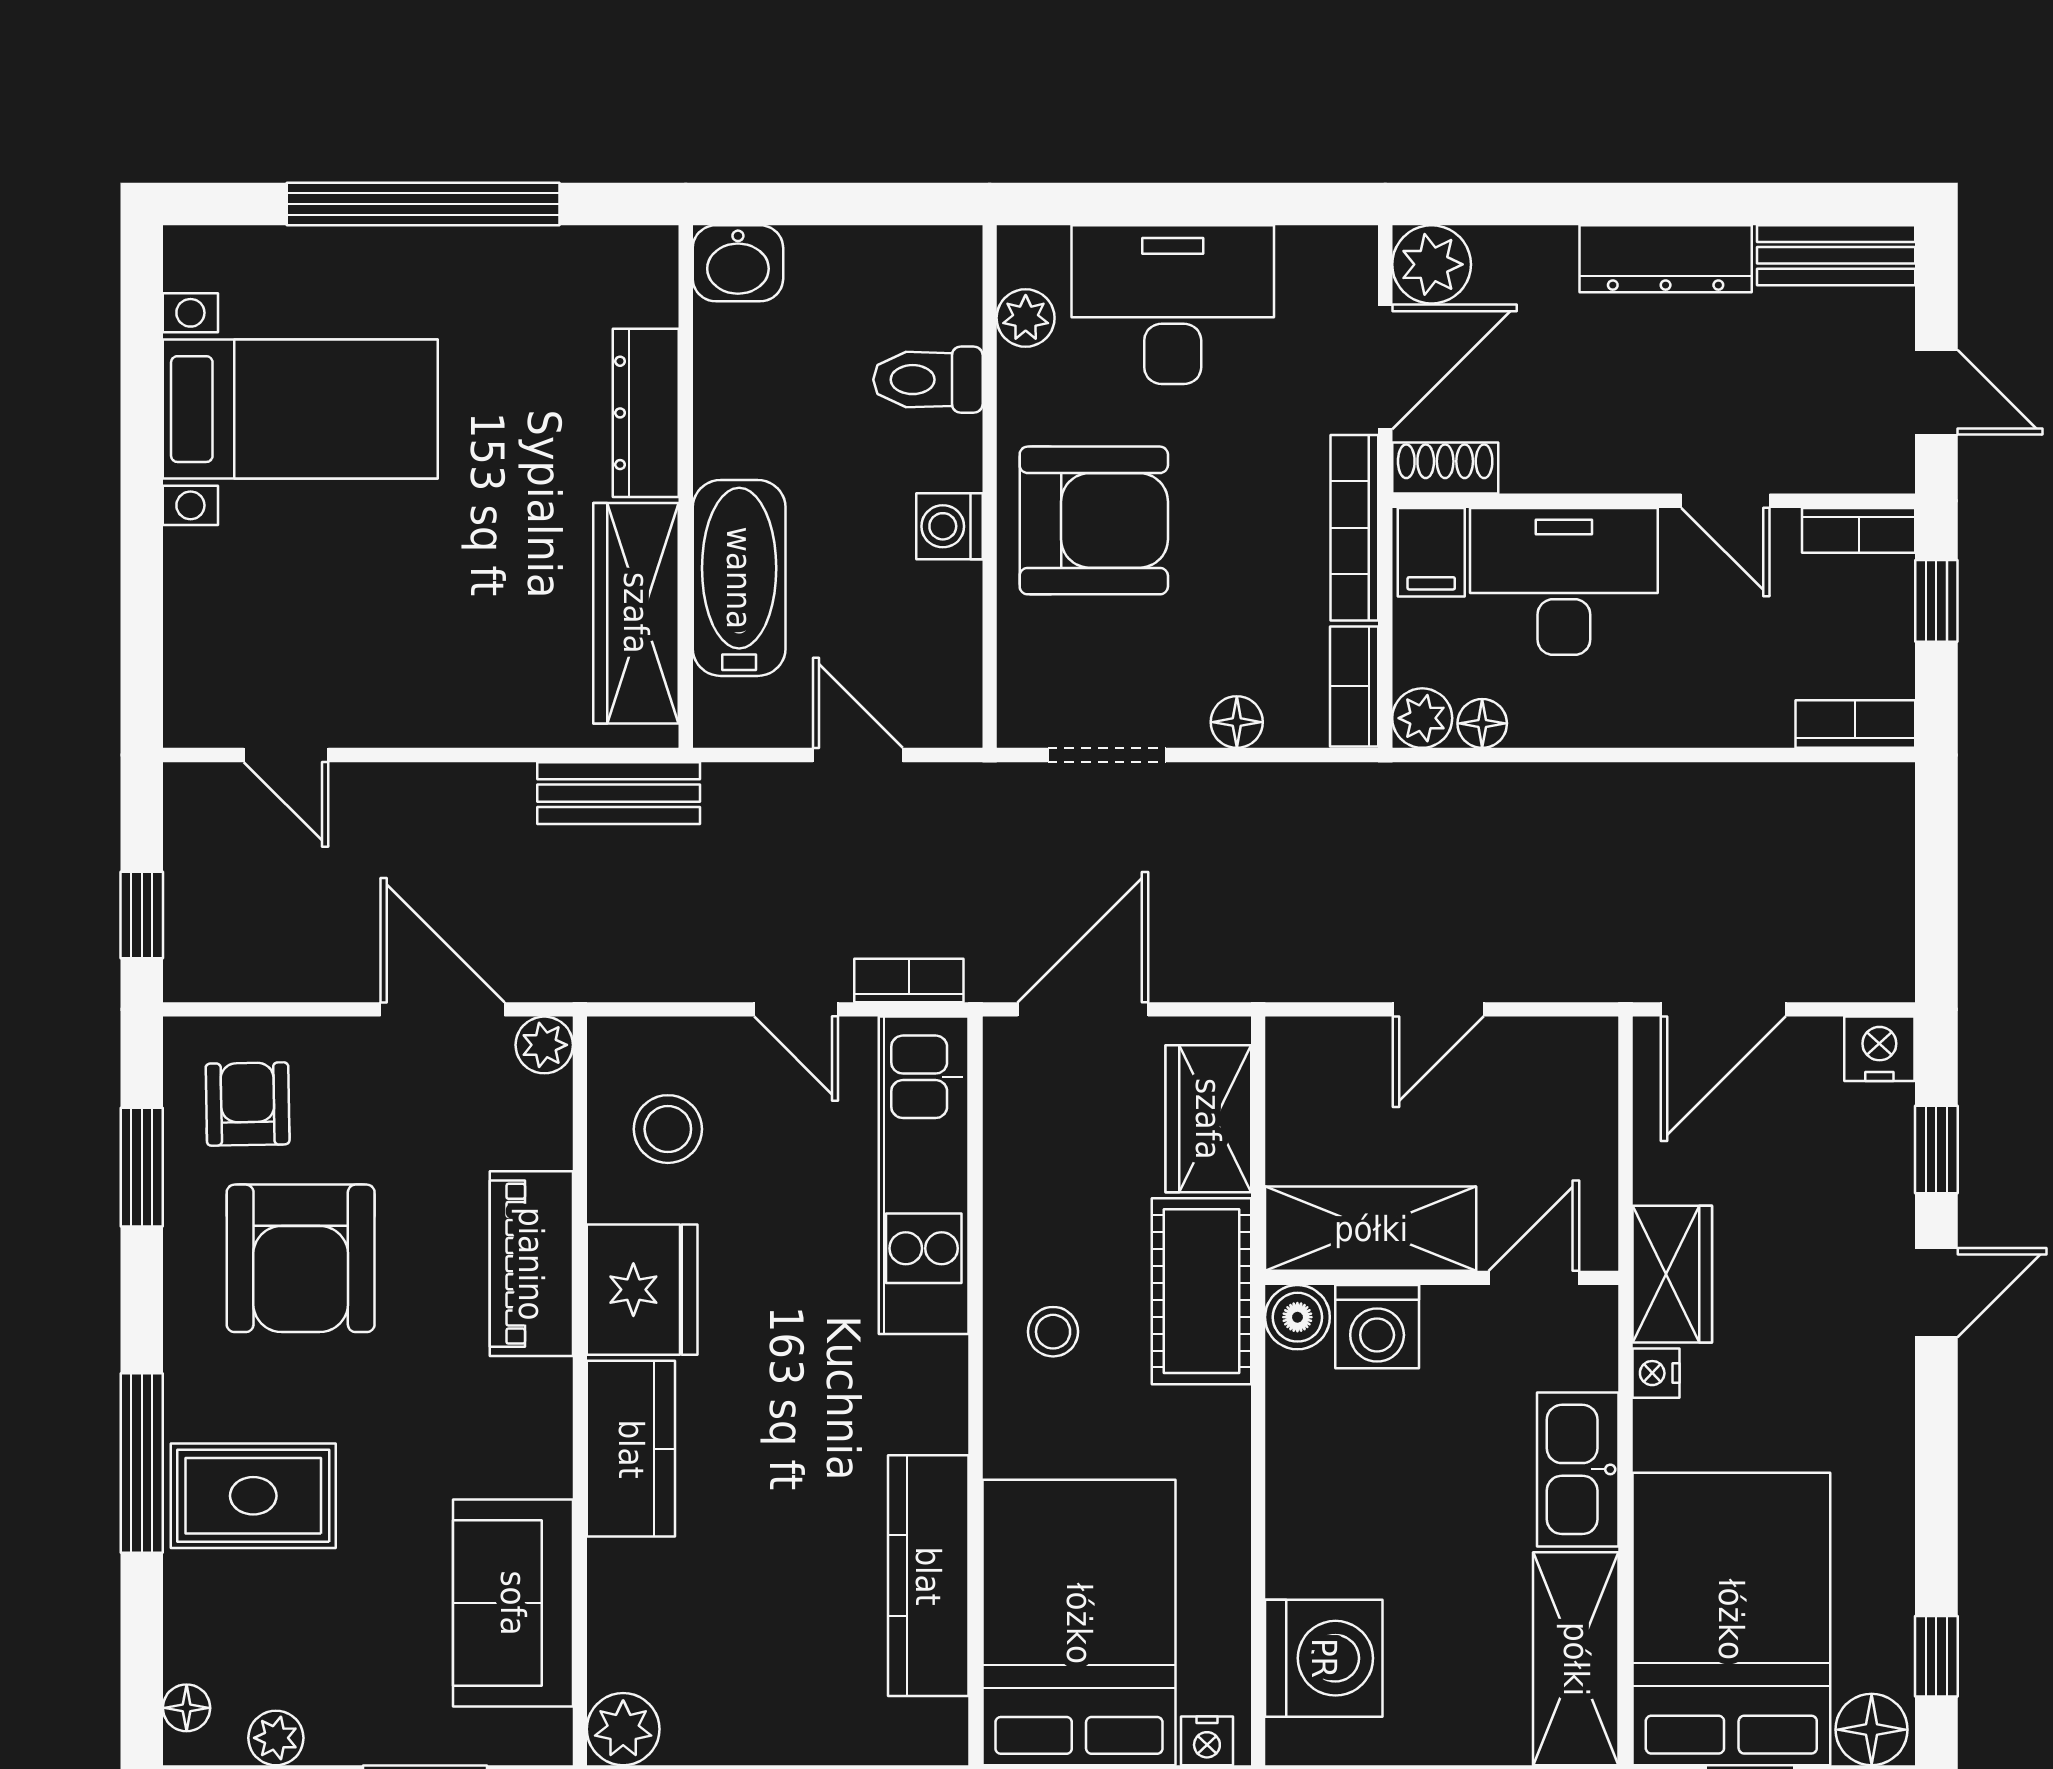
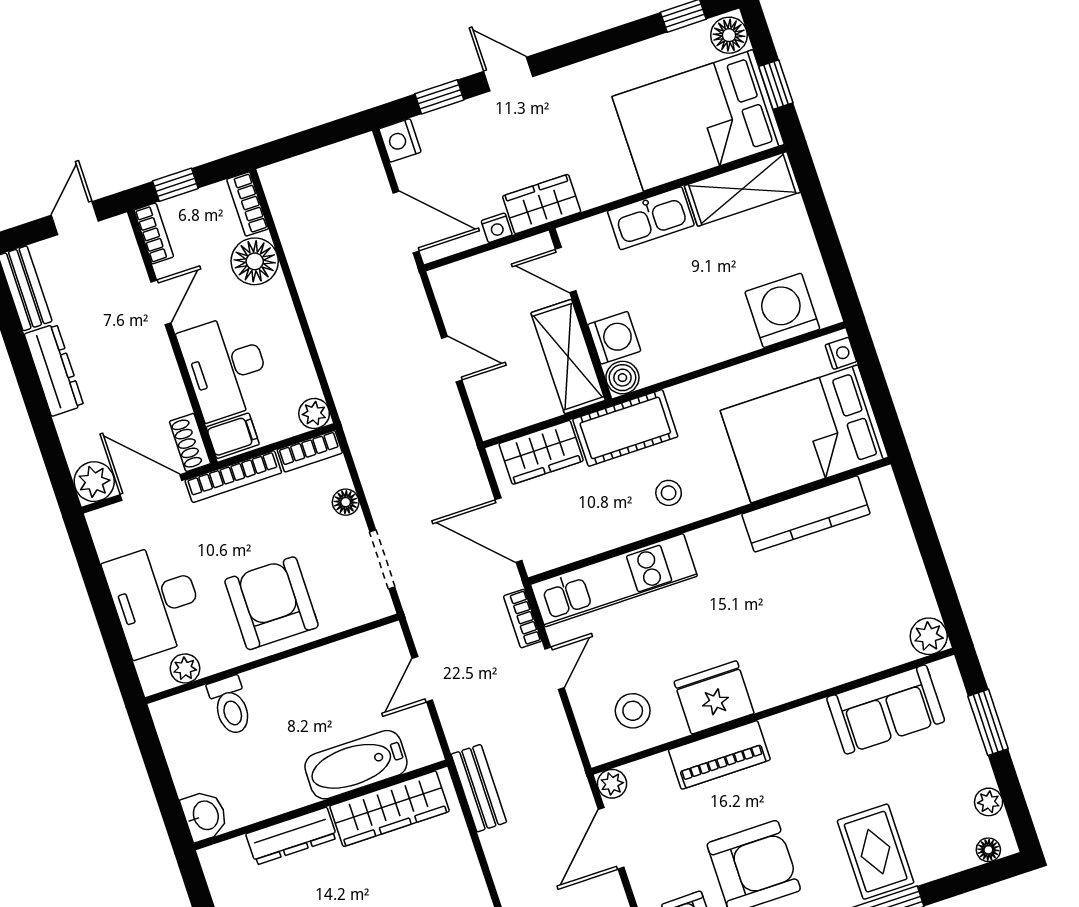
washing machine: (949, 526) -> (297, 672), removed
floor lamp: (1482, 723) -> (255, 261), moved, width x1.89, depth x1.89
nightstand: (1656, 1373) -> (497, 228), moved
kitchen counter: (631, 1449) -> (792, 677), removed

